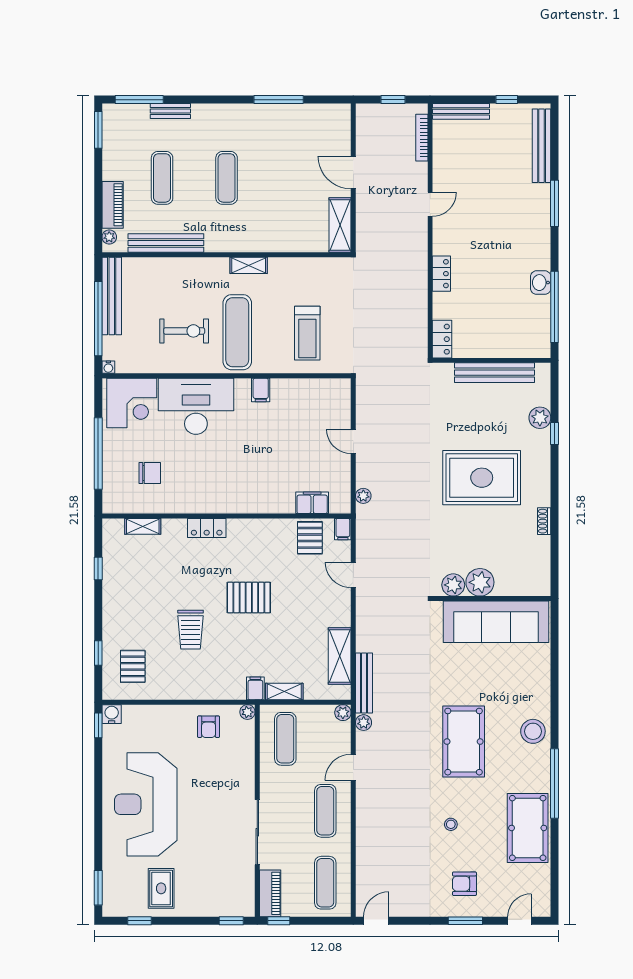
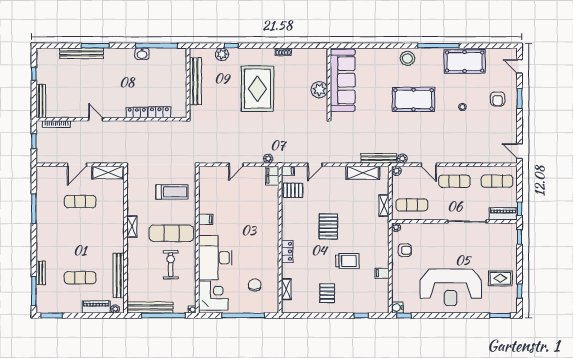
bench: (542, 146) -> (82, 53), moved
exercise mat: (227, 178) -> (80, 201), moved
locker: (442, 339) -> (159, 112), moved
filing cabinet: (312, 503) -> (272, 176), moved
window: (98, 568) -> (311, 315), removed
plant: (453, 585) -> (321, 106), removed
pallet: (133, 666) -> (327, 293), moved, turned 90
filing cabinet: (255, 688) -> (382, 273), moved

